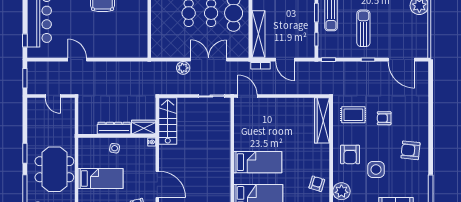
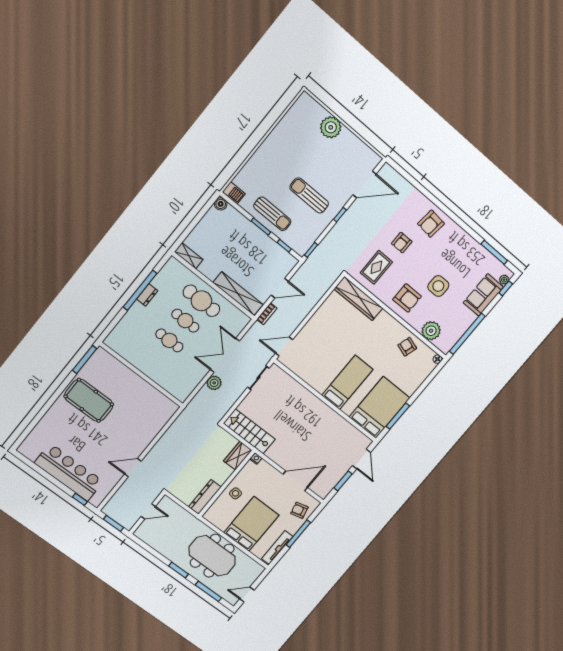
dresser: (114, 128) -> (205, 497), moved
armchair: (411, 150) -> (431, 224), moved
bed: (101, 179) -> (251, 524), width x1.50

